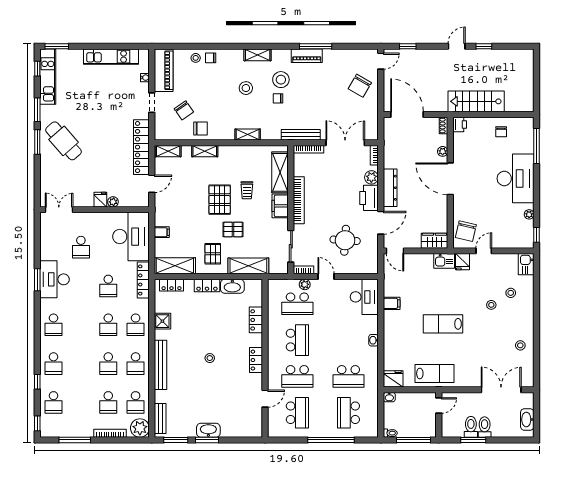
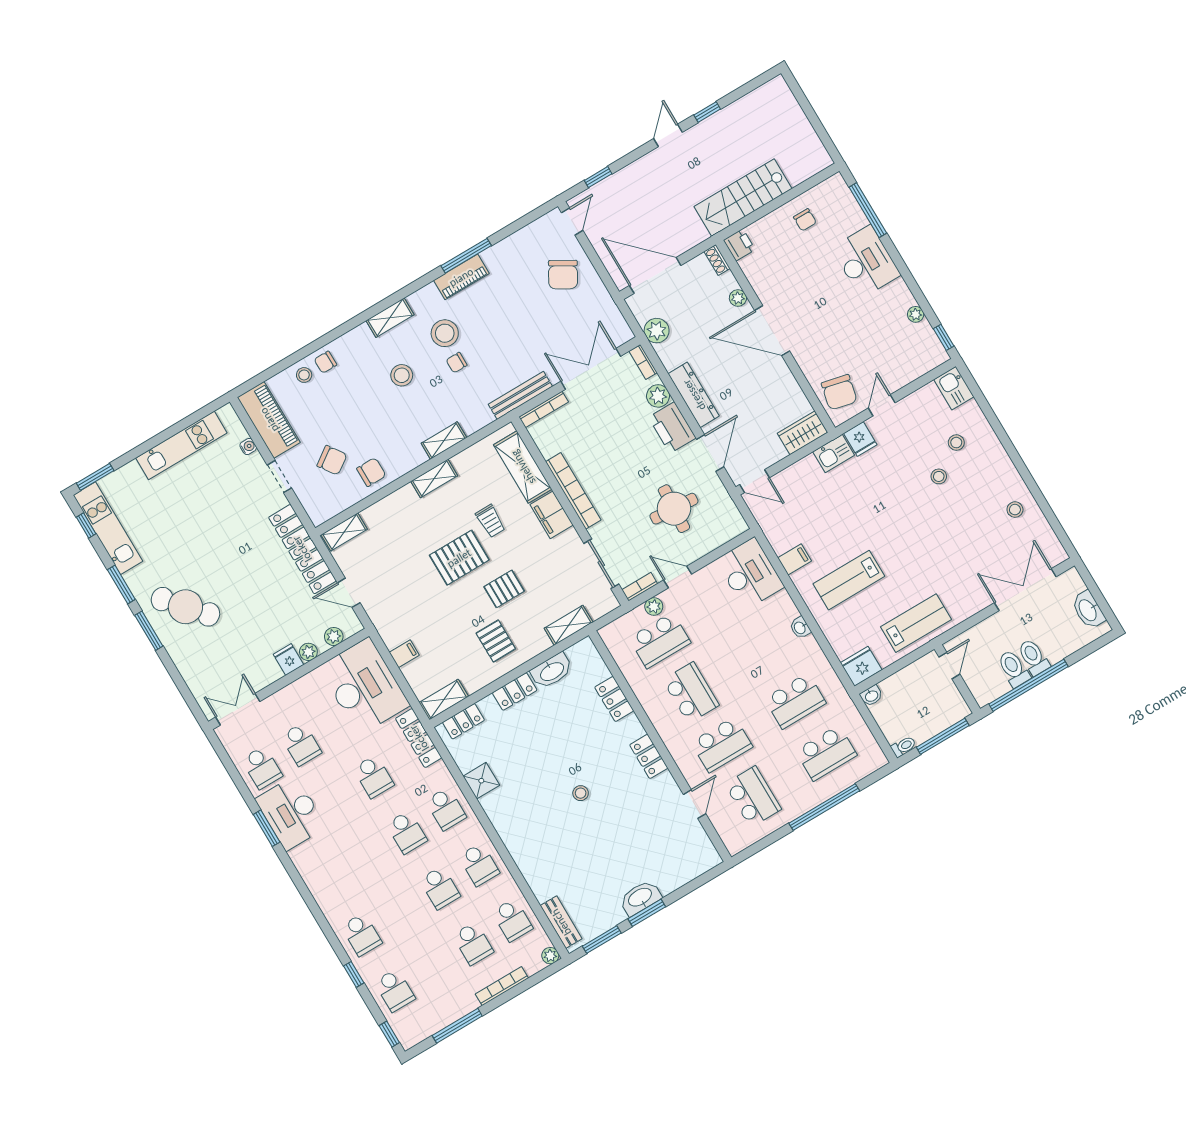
plant: (391, 143) -> (657, 331), added
shelving: (205, 151) -> (434, 478), moved
desk: (516, 178) -> (866, 261), width x0.73, depth x0.77
door: (152, 184) -> (349, 593), swing flipped
pallet: (220, 200) -> (459, 558), turned 90
plant: (131, 202) -> (334, 636), added
shelving: (175, 266) -> (444, 699), width x0.67, depth x0.75
shelving: (248, 266) -> (569, 625), width x0.67, depth x0.75
lab bench: (443, 324) -> (849, 580), moved
school desk: (54, 325) -> (262, 768), moved
bench: (161, 365) -> (516, 845), removed
school desk: (348, 413) -> (826, 753), turned -90
plant: (140, 428) -> (550, 956), width x0.53, depth x0.53
window: (473, 440) -> (1028, 685), width x2.11

